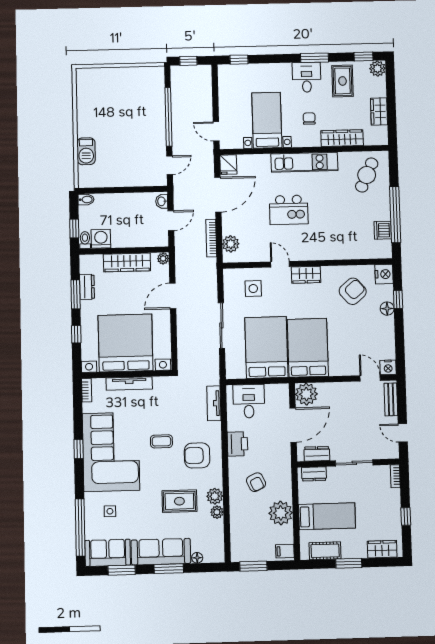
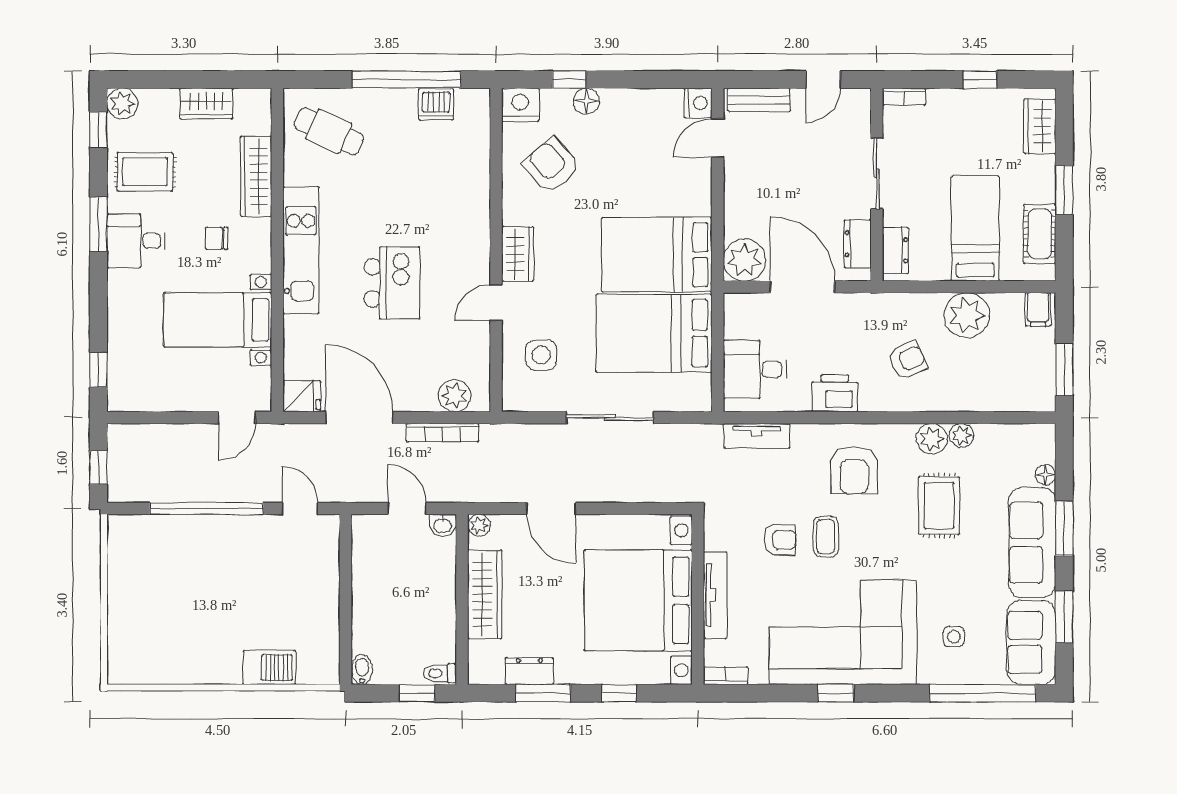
washbasin: (162, 201) -> (443, 525), moved
washing machine: (101, 239) -> (438, 643), removed
armchair: (159, 417) -> (780, 540), added

